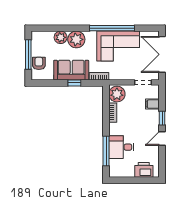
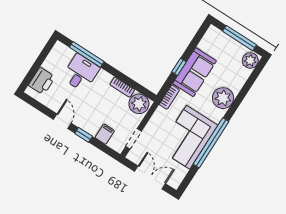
plant: (61, 37) -> (250, 61), moved
double door: (162, 54) -> (150, 177), width x0.73
armchair: (39, 63) -> (223, 43), removed

